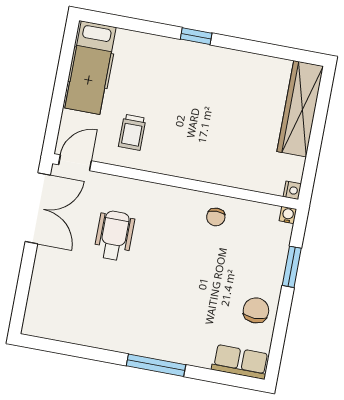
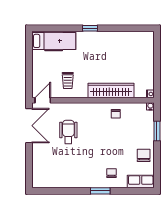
hospital bed: (90, 68) -> (54, 41), moved, turned -90
wardrobe: (300, 109) -> (111, 91), moved, turned 90
chair: (185, 334) -> (112, 173), added
window: (156, 365) -> (100, 191), width x0.69

